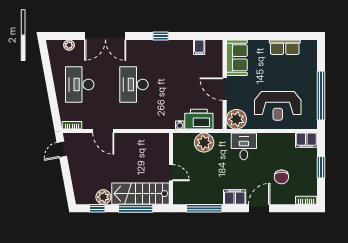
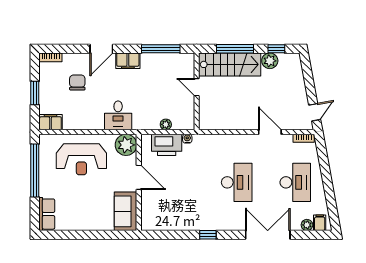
filing cabinet: (199, 47) -> (320, 223), moved
row of seats: (285, 47) -> (47, 214), moved, turned 90
reception desk: (278, 106) -> (81, 159), turned 180
plant: (204, 143) -> (166, 124), width x0.53, depth x0.53

